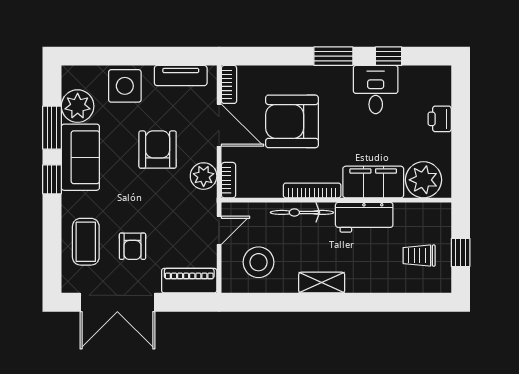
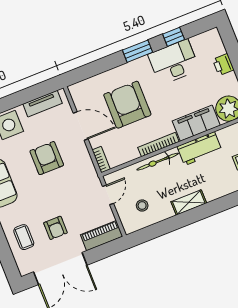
bookcase: (229, 84) -> (77, 97), removed
desk: (376, 90) -> (174, 62), width x1.37
armchair: (292, 121) -> (127, 105), turned 90
plant: (204, 176) -> (84, 163), removed
coffee table: (86, 242) -> (24, 237), width x0.73, depth x0.77
stool: (258, 262) -> (142, 206), width x0.53, depth x0.53

